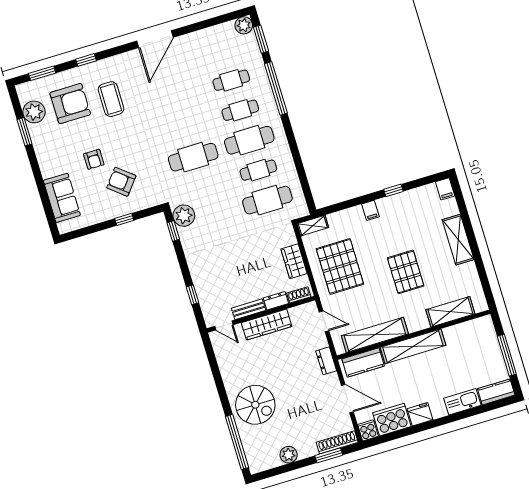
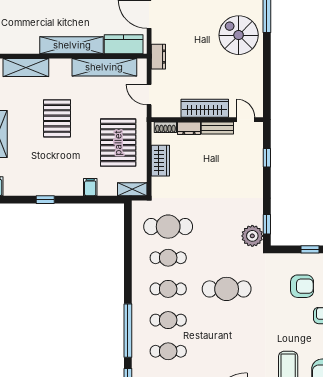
cafe table: (249, 140) -> (168, 289), width x0.73, depth x0.74
armchair: (121, 182) -> (302, 286), turned -39
filing cabinet: (370, 210) -> (90, 187), moved

